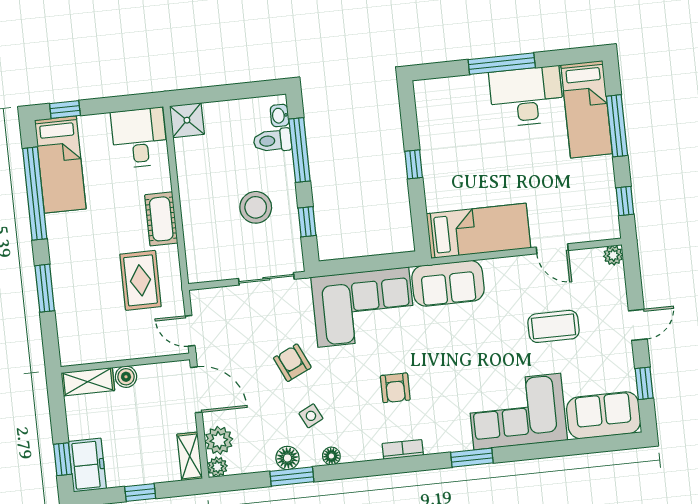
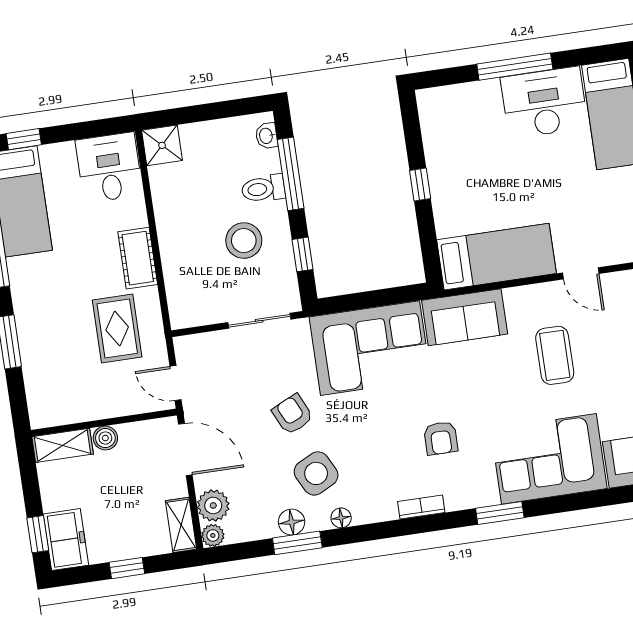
toilet: (272, 141) -> (263, 189), moved
coffee table: (554, 326) -> (555, 355), moved, turned 90
armchair: (395, 388) -> (441, 438), moved
side table: (311, 416) -> (316, 473), width x1.87, depth x1.87

